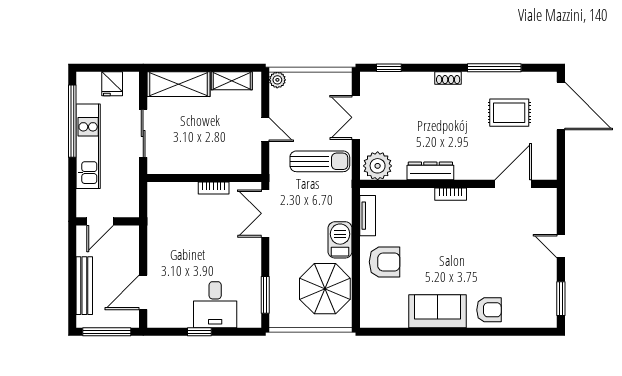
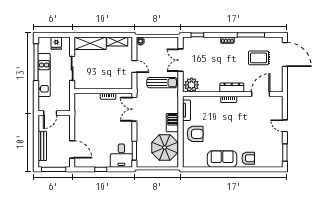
dresser: (430, 171) -> (232, 88), moved
door: (143, 292) -> (72, 149), swing flipped
desk: (215, 305) -> (121, 156), moved

